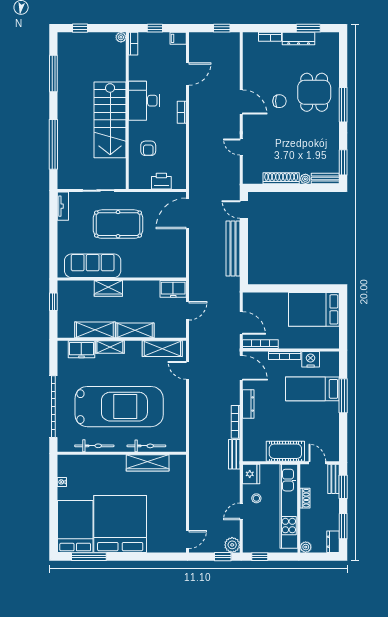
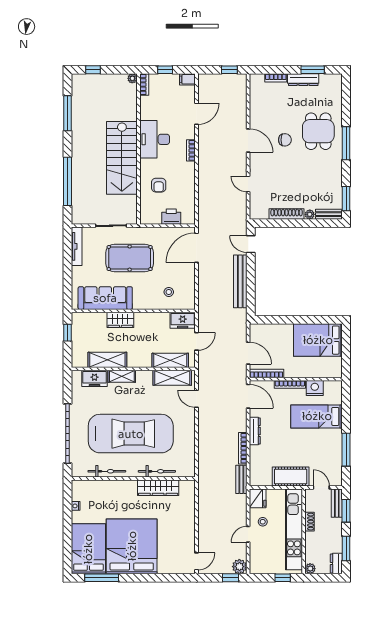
tv unit: (63, 206) -> (77, 246), width x1.41
stool: (159, 259) -> (169, 292), added
shelving: (135, 330) -> (170, 360), moved
window: (343, 396) -> (346, 450), moved
window: (260, 557) -> (283, 578), moved

